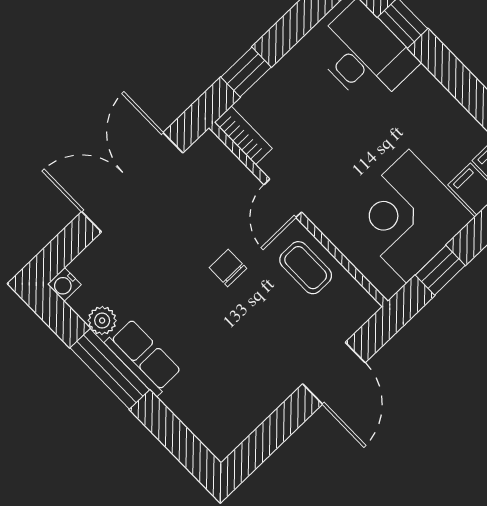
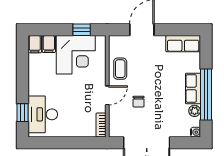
window: (246, 72) -> (82, 143), removed
chair: (228, 268) -> (139, 102), moved
window: (110, 369) -> (206, 95), width x1.46
row of seats: (237, 419) -> (183, 44), added

